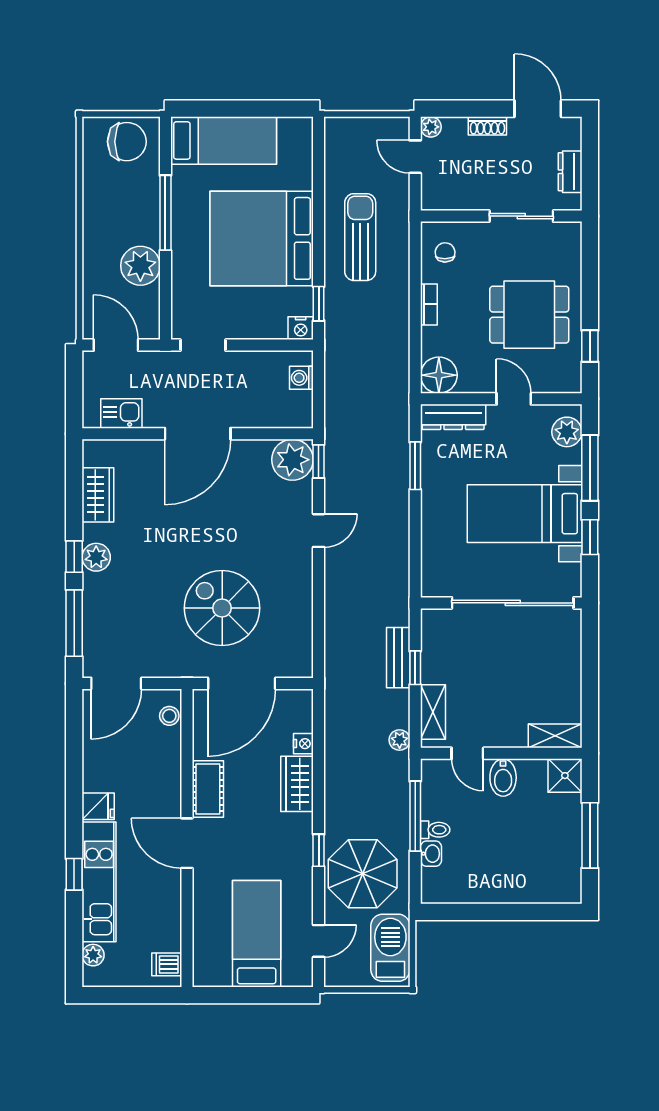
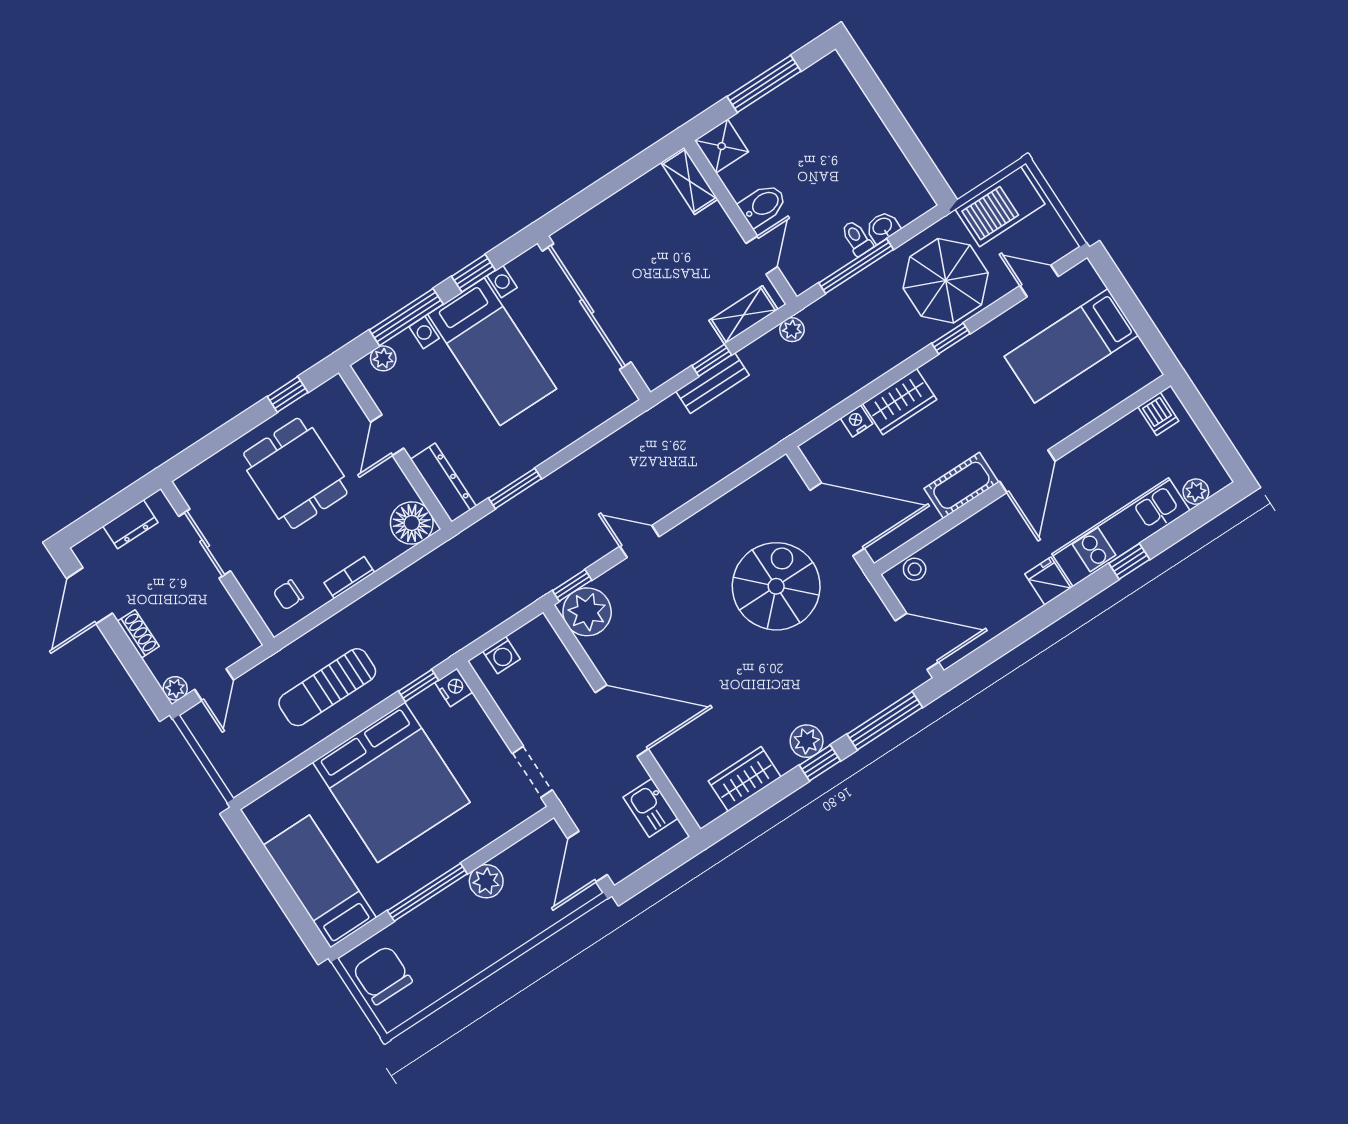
plant: (140, 266) -> (486, 881), width x0.73, depth x0.73
plant: (567, 432) -> (383, 358), width x0.73, depth x0.73
spiral stairs: (222, 608) -> (776, 586), turned 180

